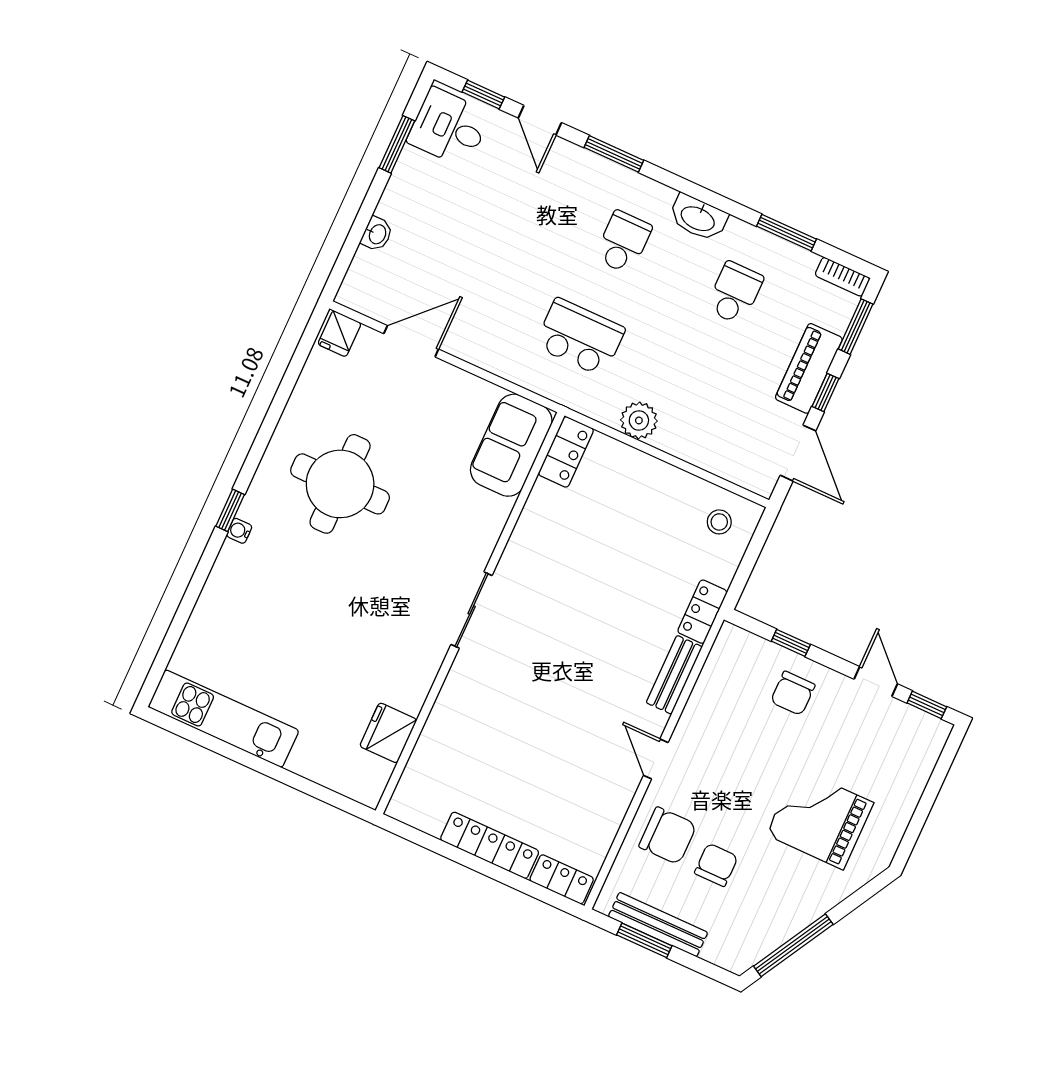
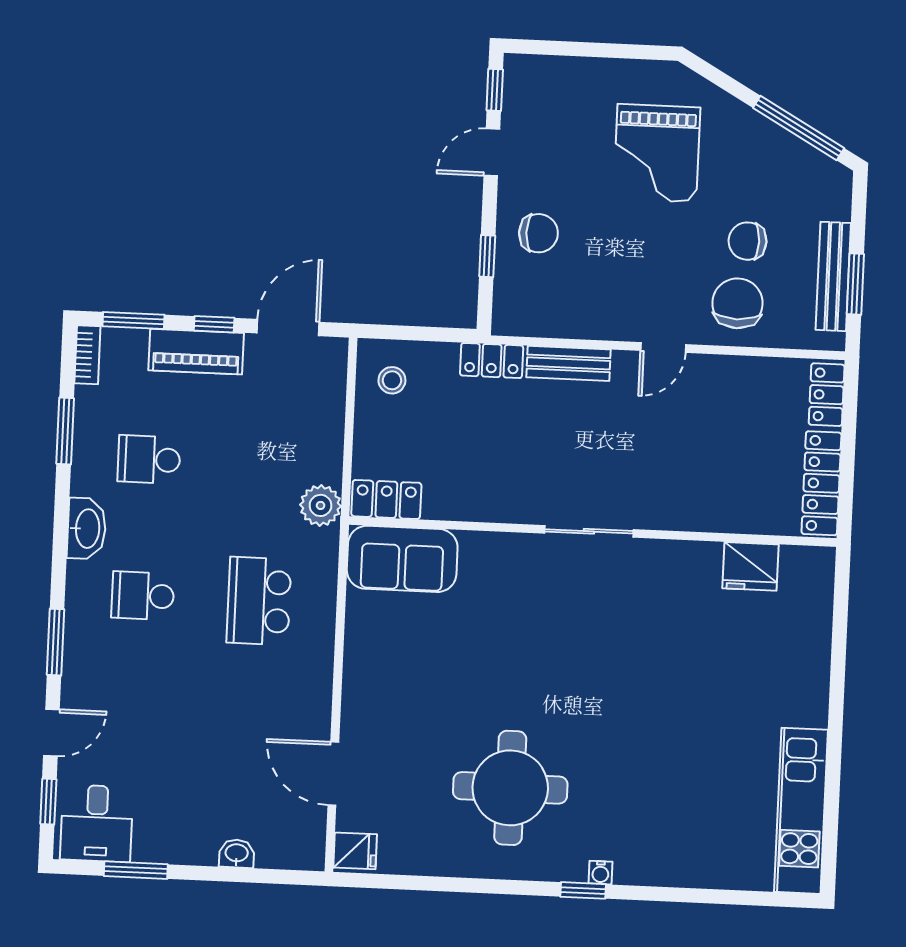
sofa: (511, 445) -> (402, 559), moved
locker: (566, 452) -> (386, 500), moved
sliding door: (472, 610) -> (589, 531), moved
wall: (470, 613) -> (593, 532), moved
fridge: (388, 733) -> (750, 566), moved

